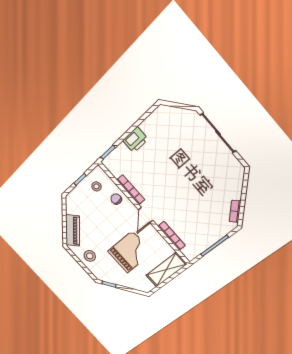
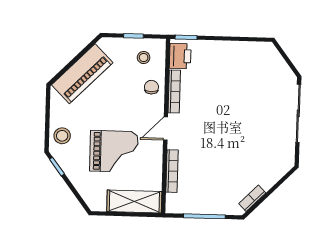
printer: (135, 140) -> (180, 56), moved, turned -90
piano: (73, 230) -> (82, 74), width x1.37, depth x1.33
stool: (90, 256) -> (62, 136), moved

